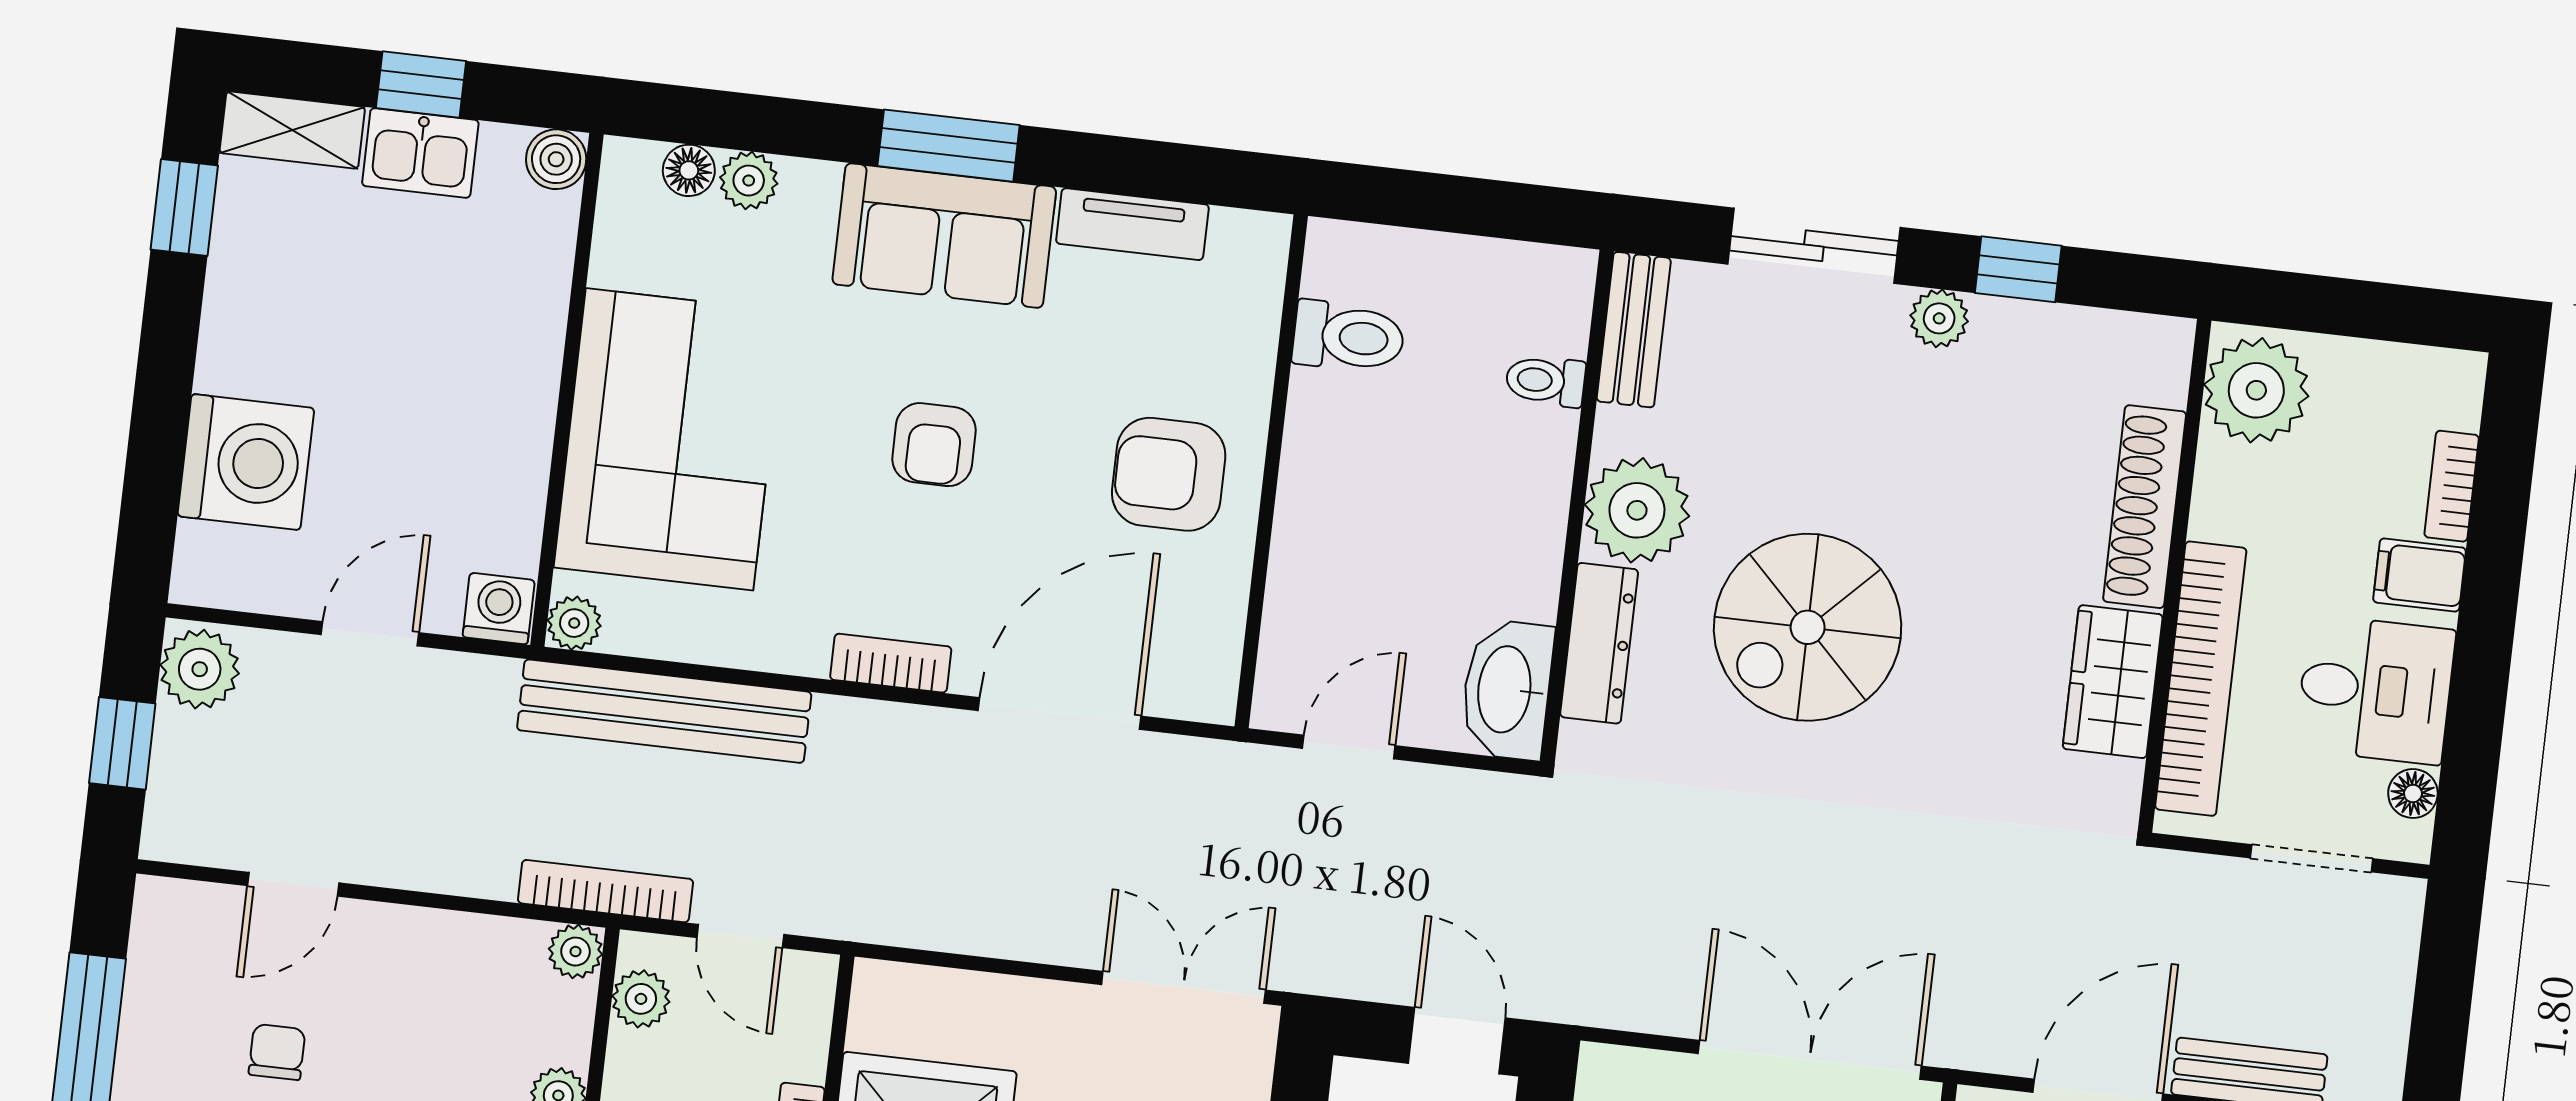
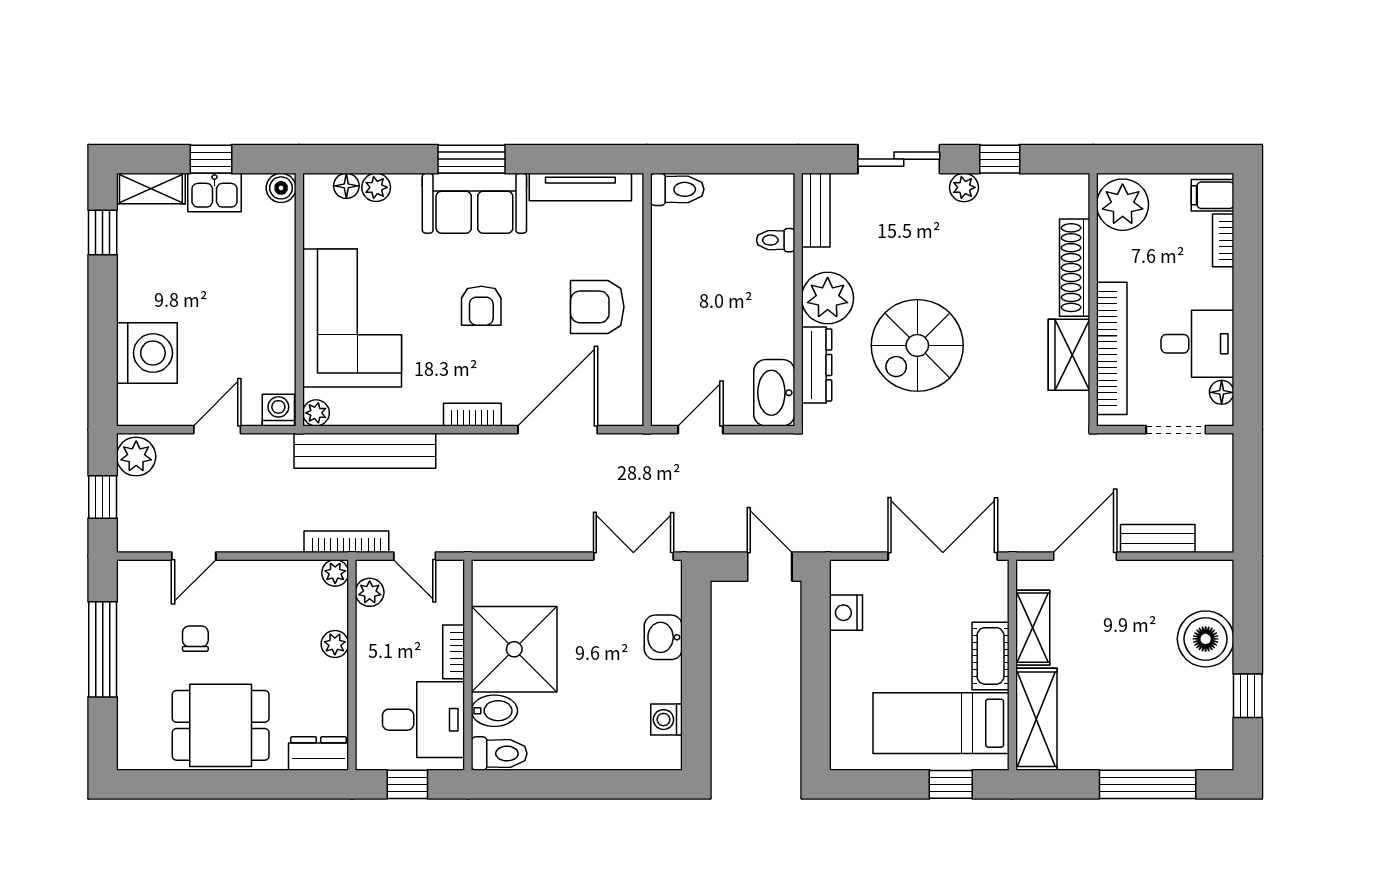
tv unit: (1132, 224) -> (580, 187), width x1.41
toilet: (1349, 337) -> (677, 189), moved
filing cabinet: (2420, 575) -> (1213, 195), moved

